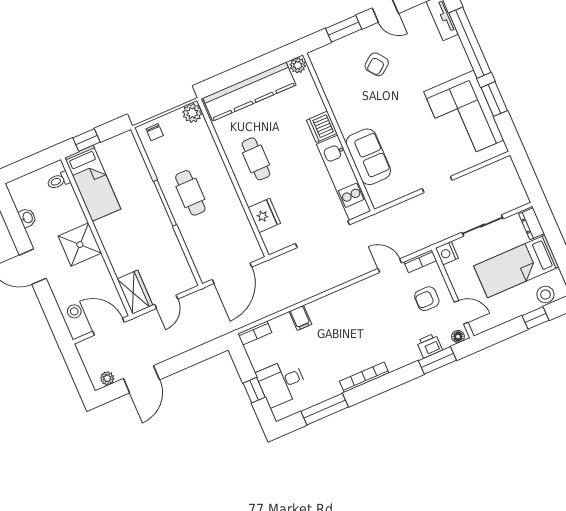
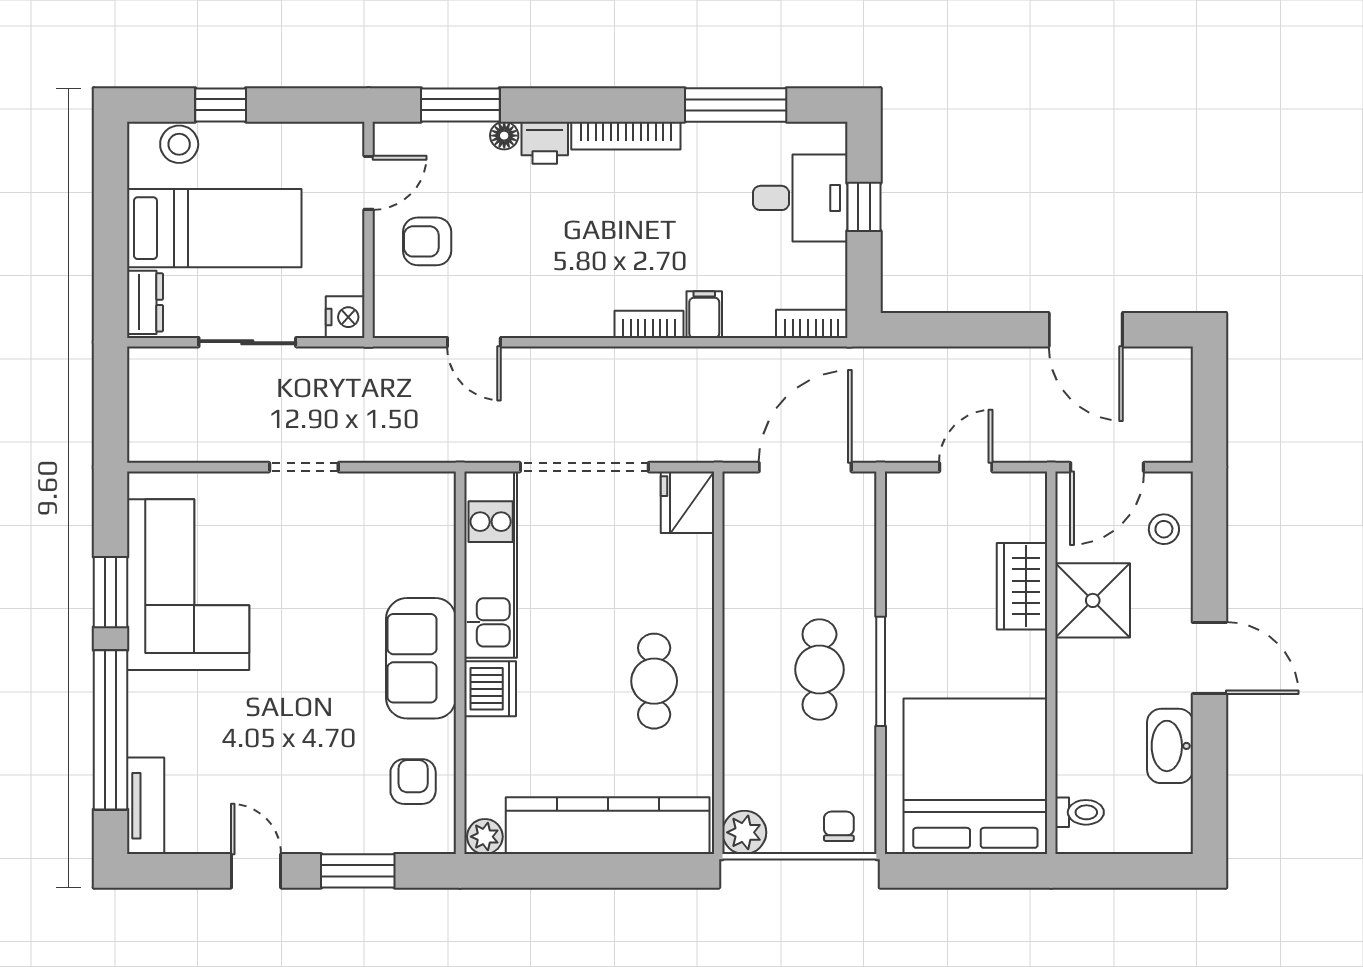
armchair: (377, 64) -> (413, 782), moved, turned -53
window: (86, 140) -> (986, 871), removed
sofa: (368, 157) -> (421, 658), moved
bed: (93, 183) -> (975, 776), width x2.04
fridge: (264, 215) -> (687, 502), moved
washbasin: (27, 218) -> (1170, 746), width x1.91, depth x1.45
shower: (80, 245) -> (1093, 600), moved
bookcase: (420, 261) -> (649, 324), moved
wardrobe: (135, 292) -> (1022, 586), moved
armchair: (427, 299) -> (427, 241), turned 180
door: (461, 312) -> (369, 183), swing flipped
door: (108, 327) -> (1107, 467), hinge flipped
floor lamp: (458, 337) -> (504, 136), moved
printer: (429, 346) -> (545, 143), moved
plant: (107, 378) -> (1156, 362), removed
door: (142, 379) -> (1086, 330), swing flipped

